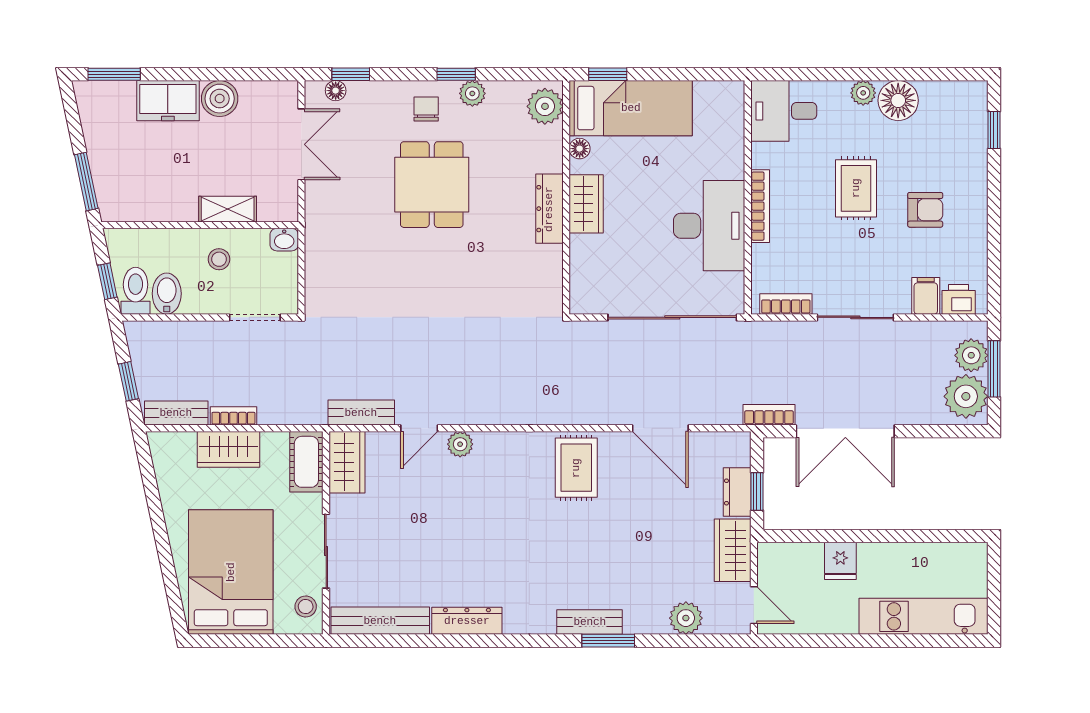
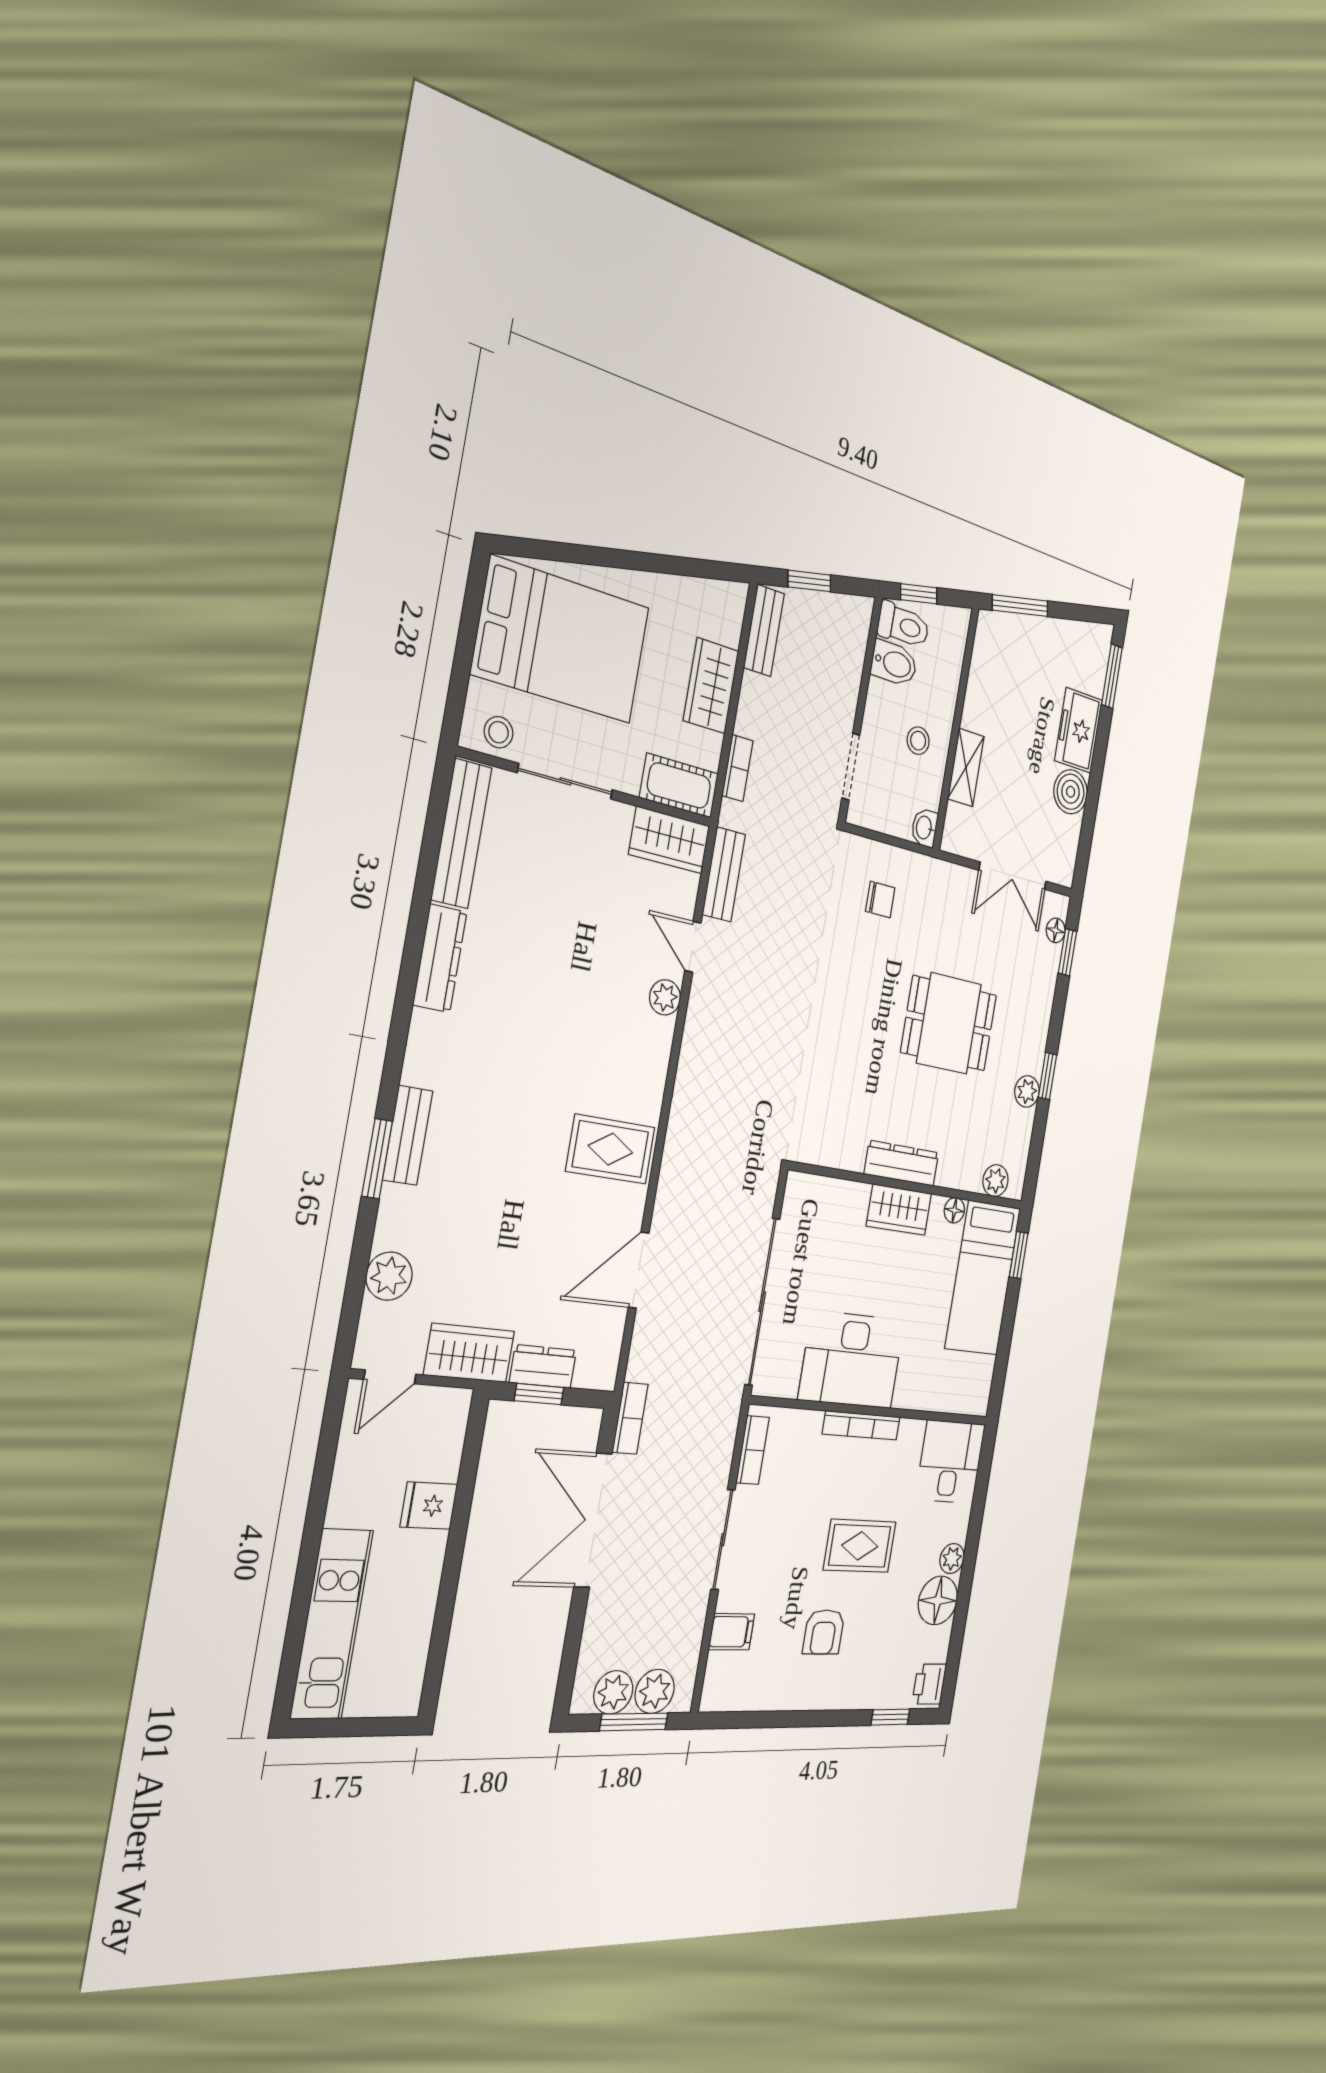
plant: (545, 106) -> (996, 1181), width x0.73, depth x0.73
chair: (426, 109) -> (880, 900), moved
printer: (959, 299) -> (929, 1684), moved, turned 180
plant: (966, 396) -> (613, 1692), width x0.73, depth x0.73
bookcase: (233, 416) -> (738, 768), moved

